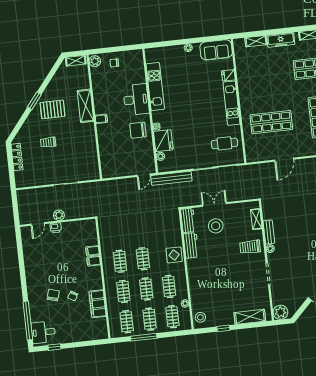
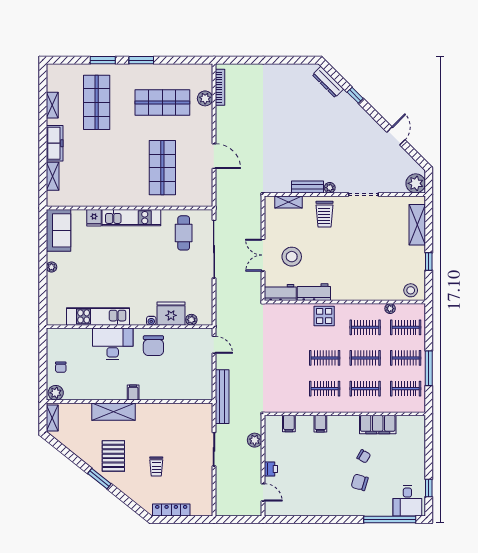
bench: (171, 178) -> (222, 397), moved
plant: (59, 215) -> (255, 440), moved
filing cabinet: (92, 251) -> (289, 424), moved

